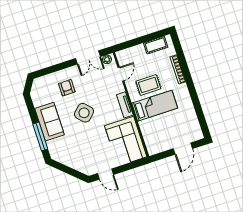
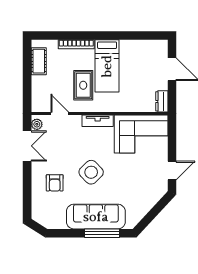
armchair: (67, 88) -> (55, 183), turned -90
bed: (155, 106) -> (107, 66), moved, turned 180
sofa: (49, 122) -> (96, 217), width x1.36
dresser: (156, 149) -> (162, 101), added

